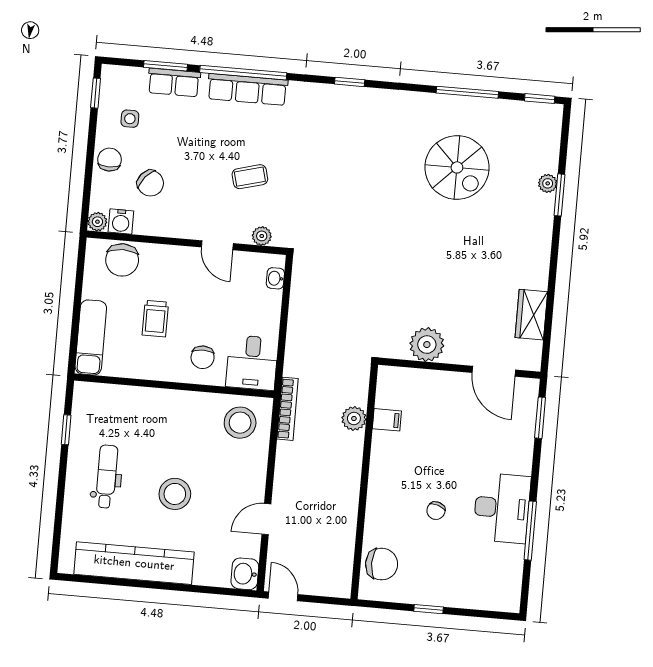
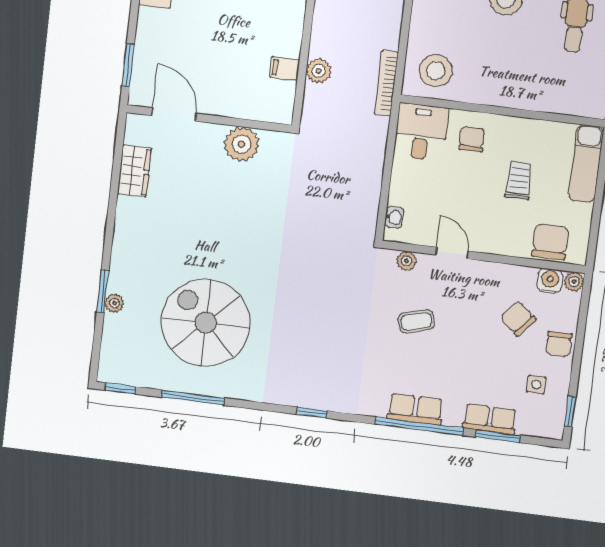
row of seats: (247, 89) -> (415, 409), width x0.68
spiral stairs: (457, 167) -> (206, 323), width x1.37, depth x1.37

